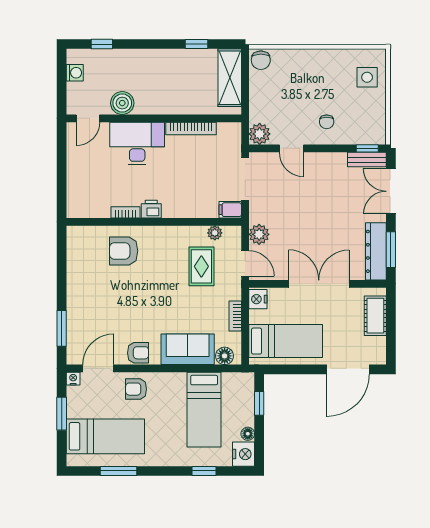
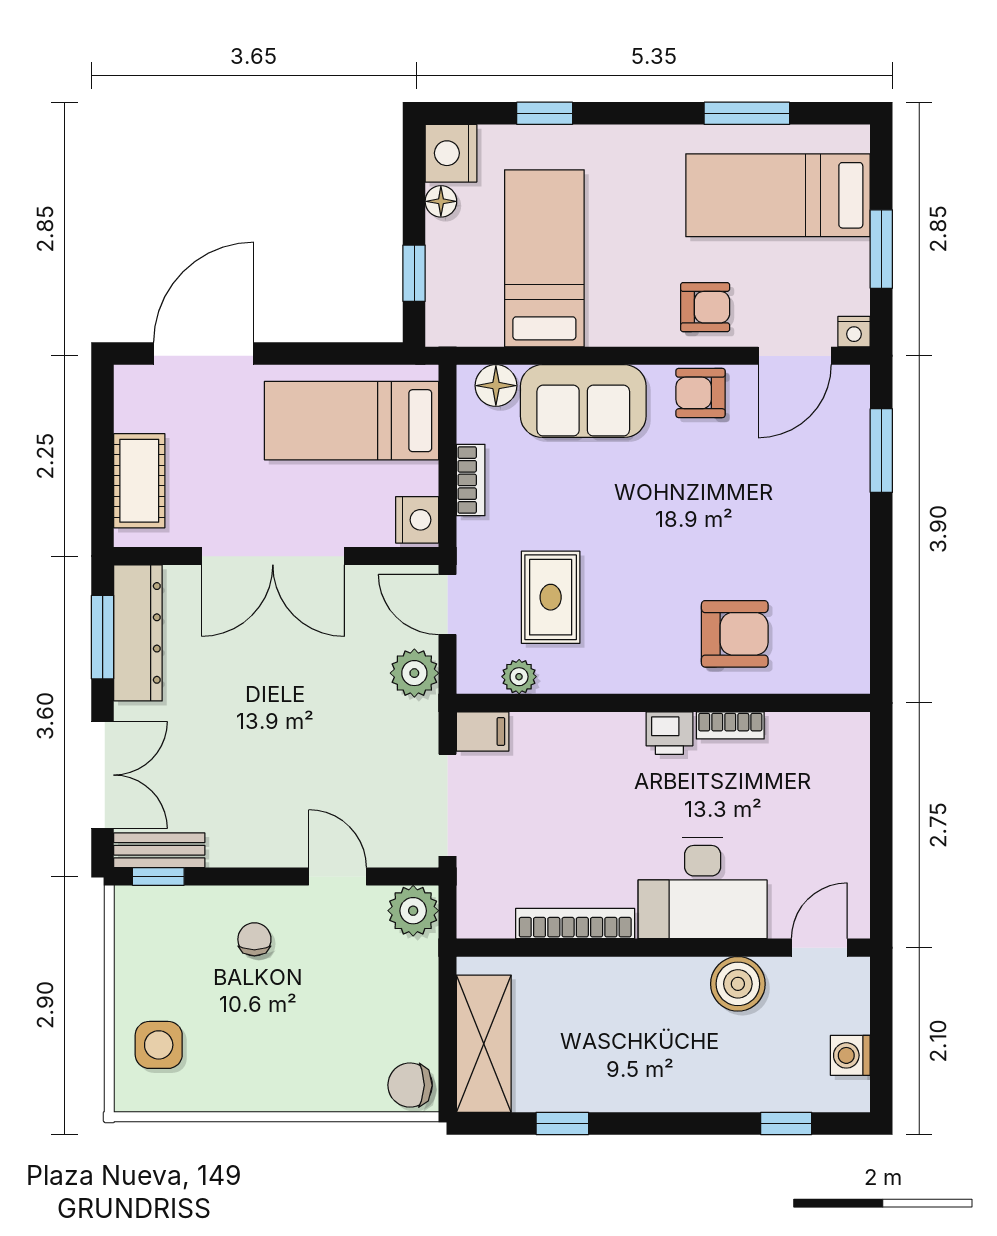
chair: (261, 60) -> (410, 1085), turned -89

